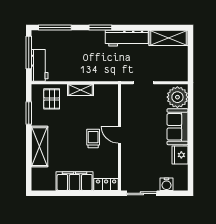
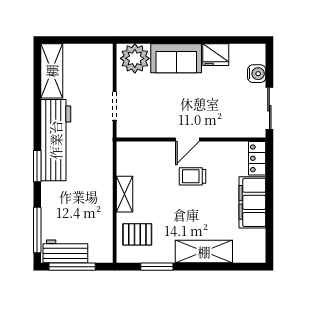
workbench: (127, 38) -> (56, 140), width x1.36, depth x1.32
workbench: (40, 65) -> (65, 251), moved

